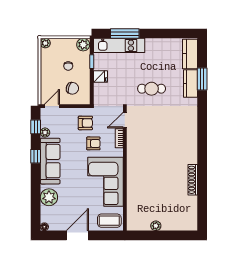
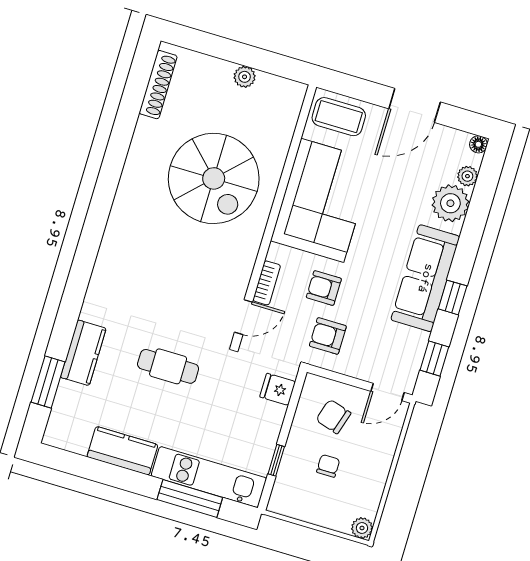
plant: (83, 45) -> (284, 501), removed
kitchen counter: (190, 54) -> (122, 451), moved, turned -90
fridge: (100, 77) -> (278, 389), moved
window: (202, 79) -> (48, 382), moved
plant: (45, 133) -> (467, 176), moved
spiral stairs: (156, 177) -> (214, 178), added
shoe rack: (193, 180) -> (158, 85), moved

